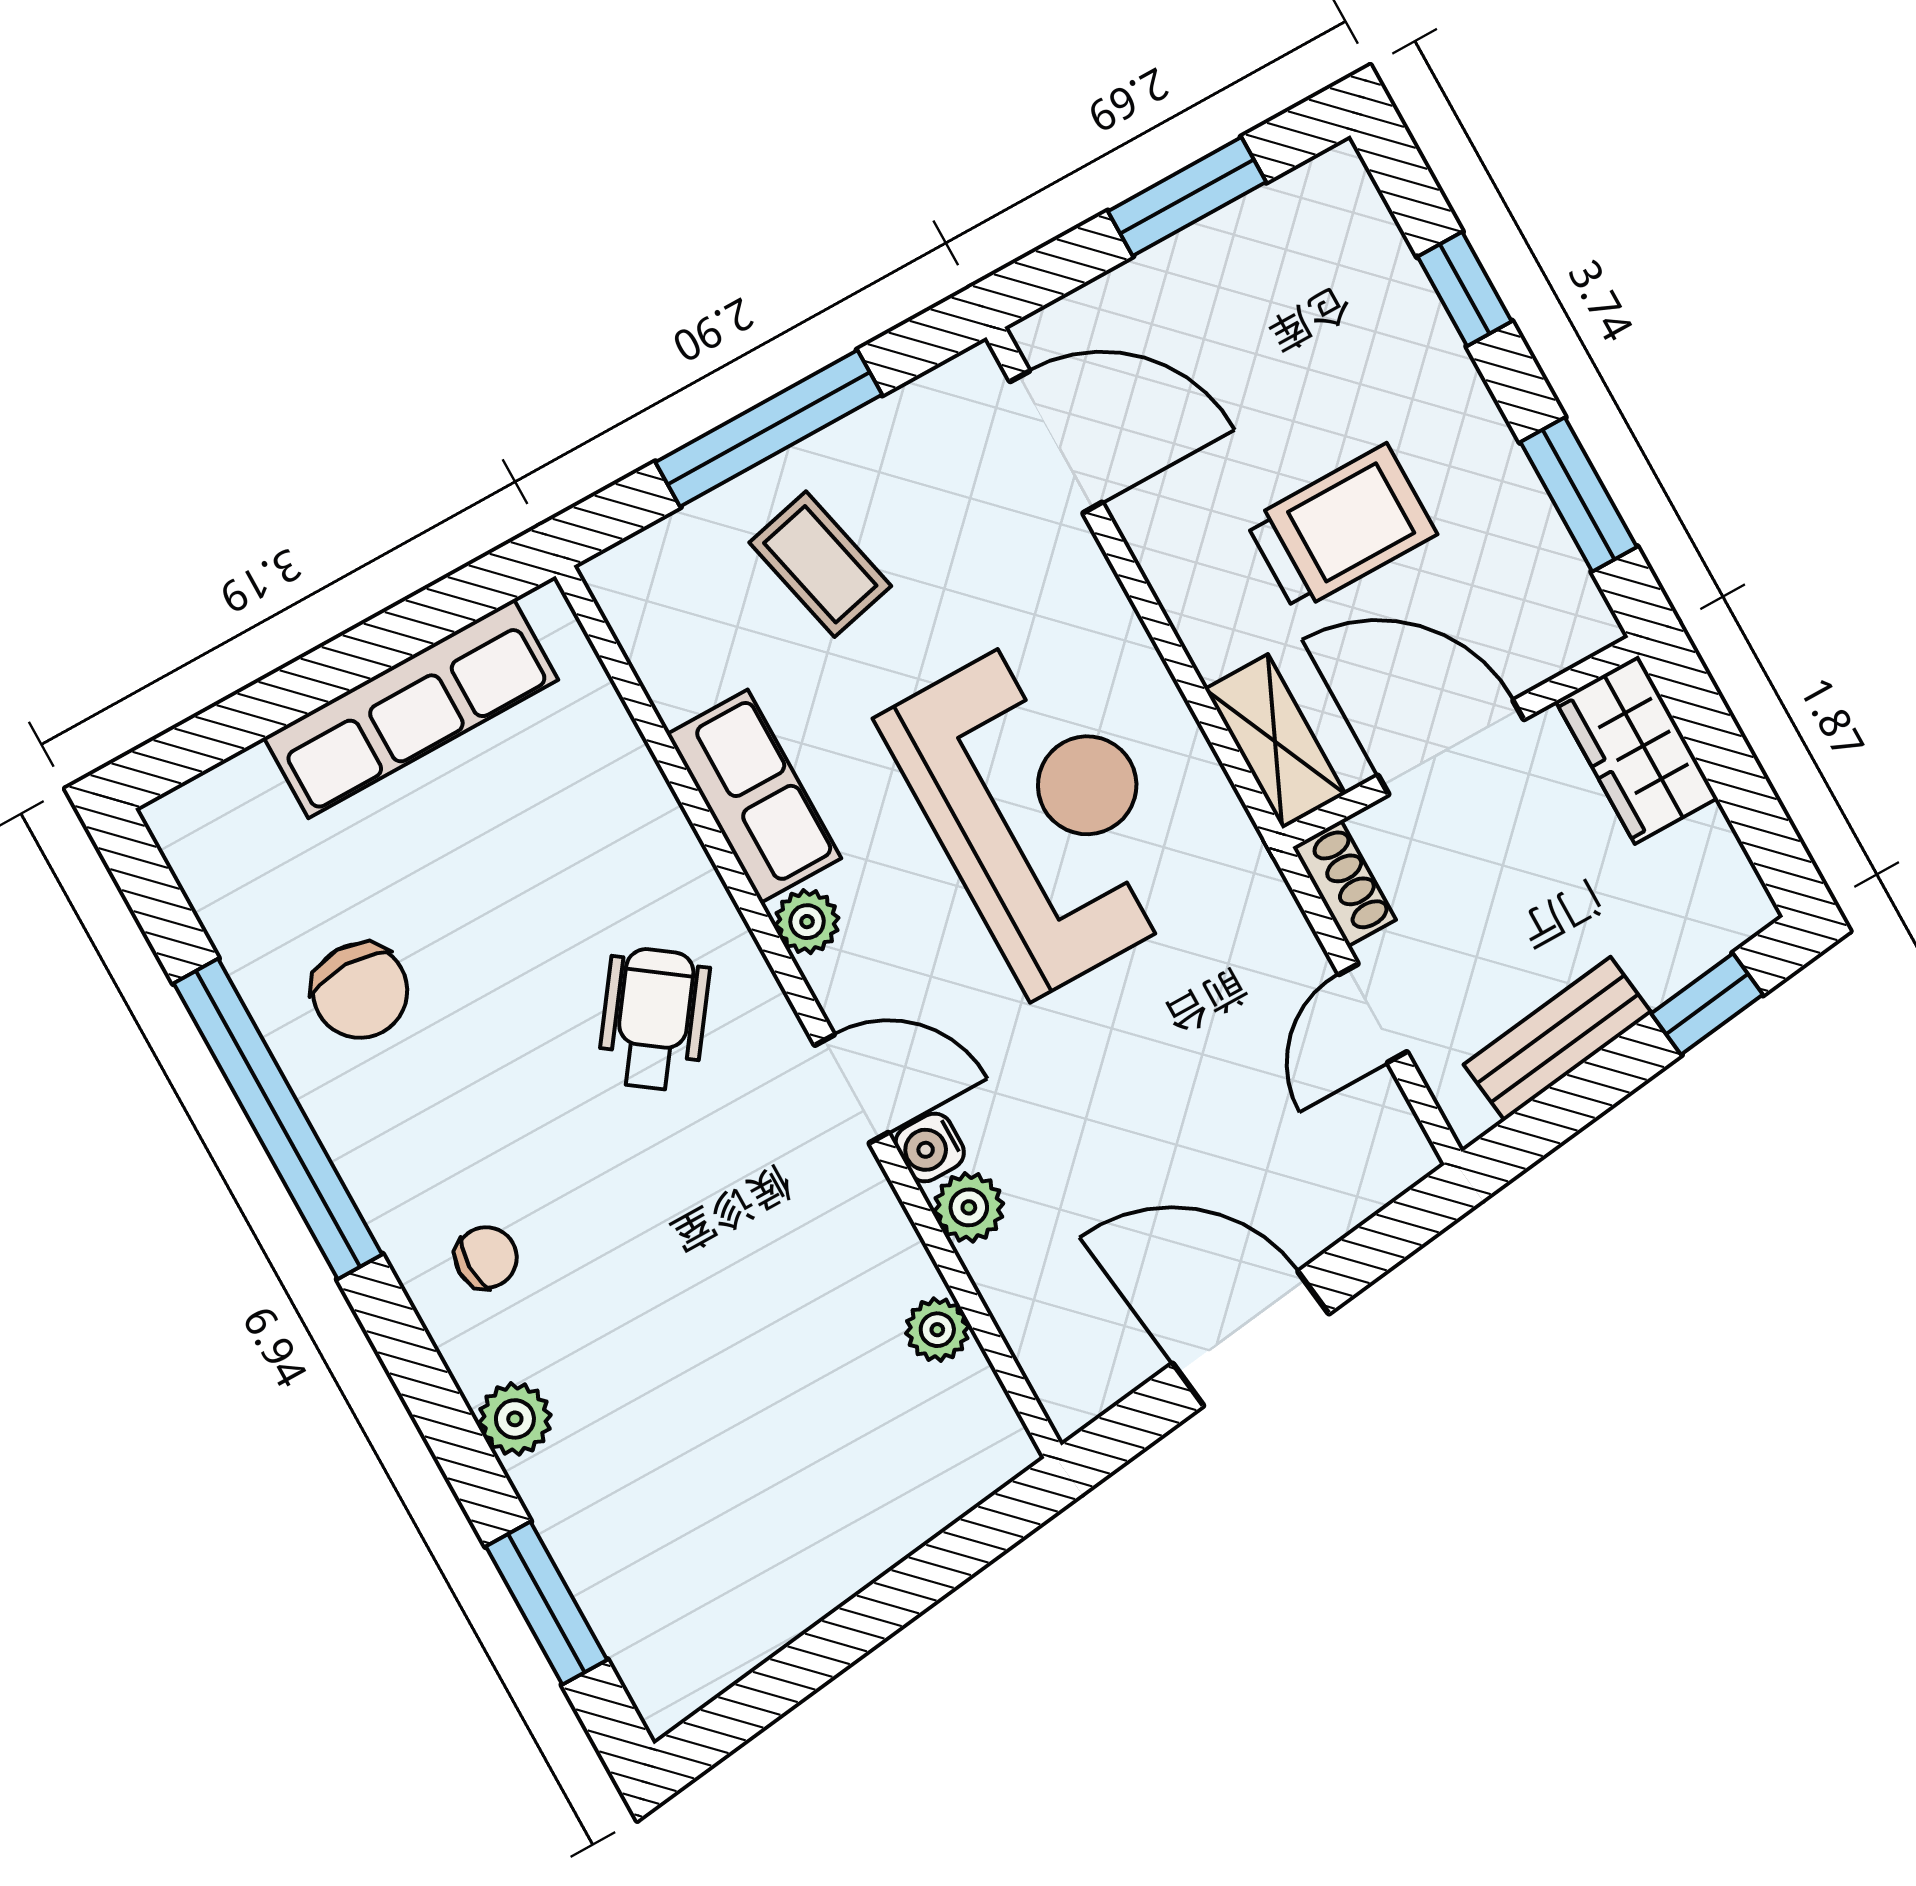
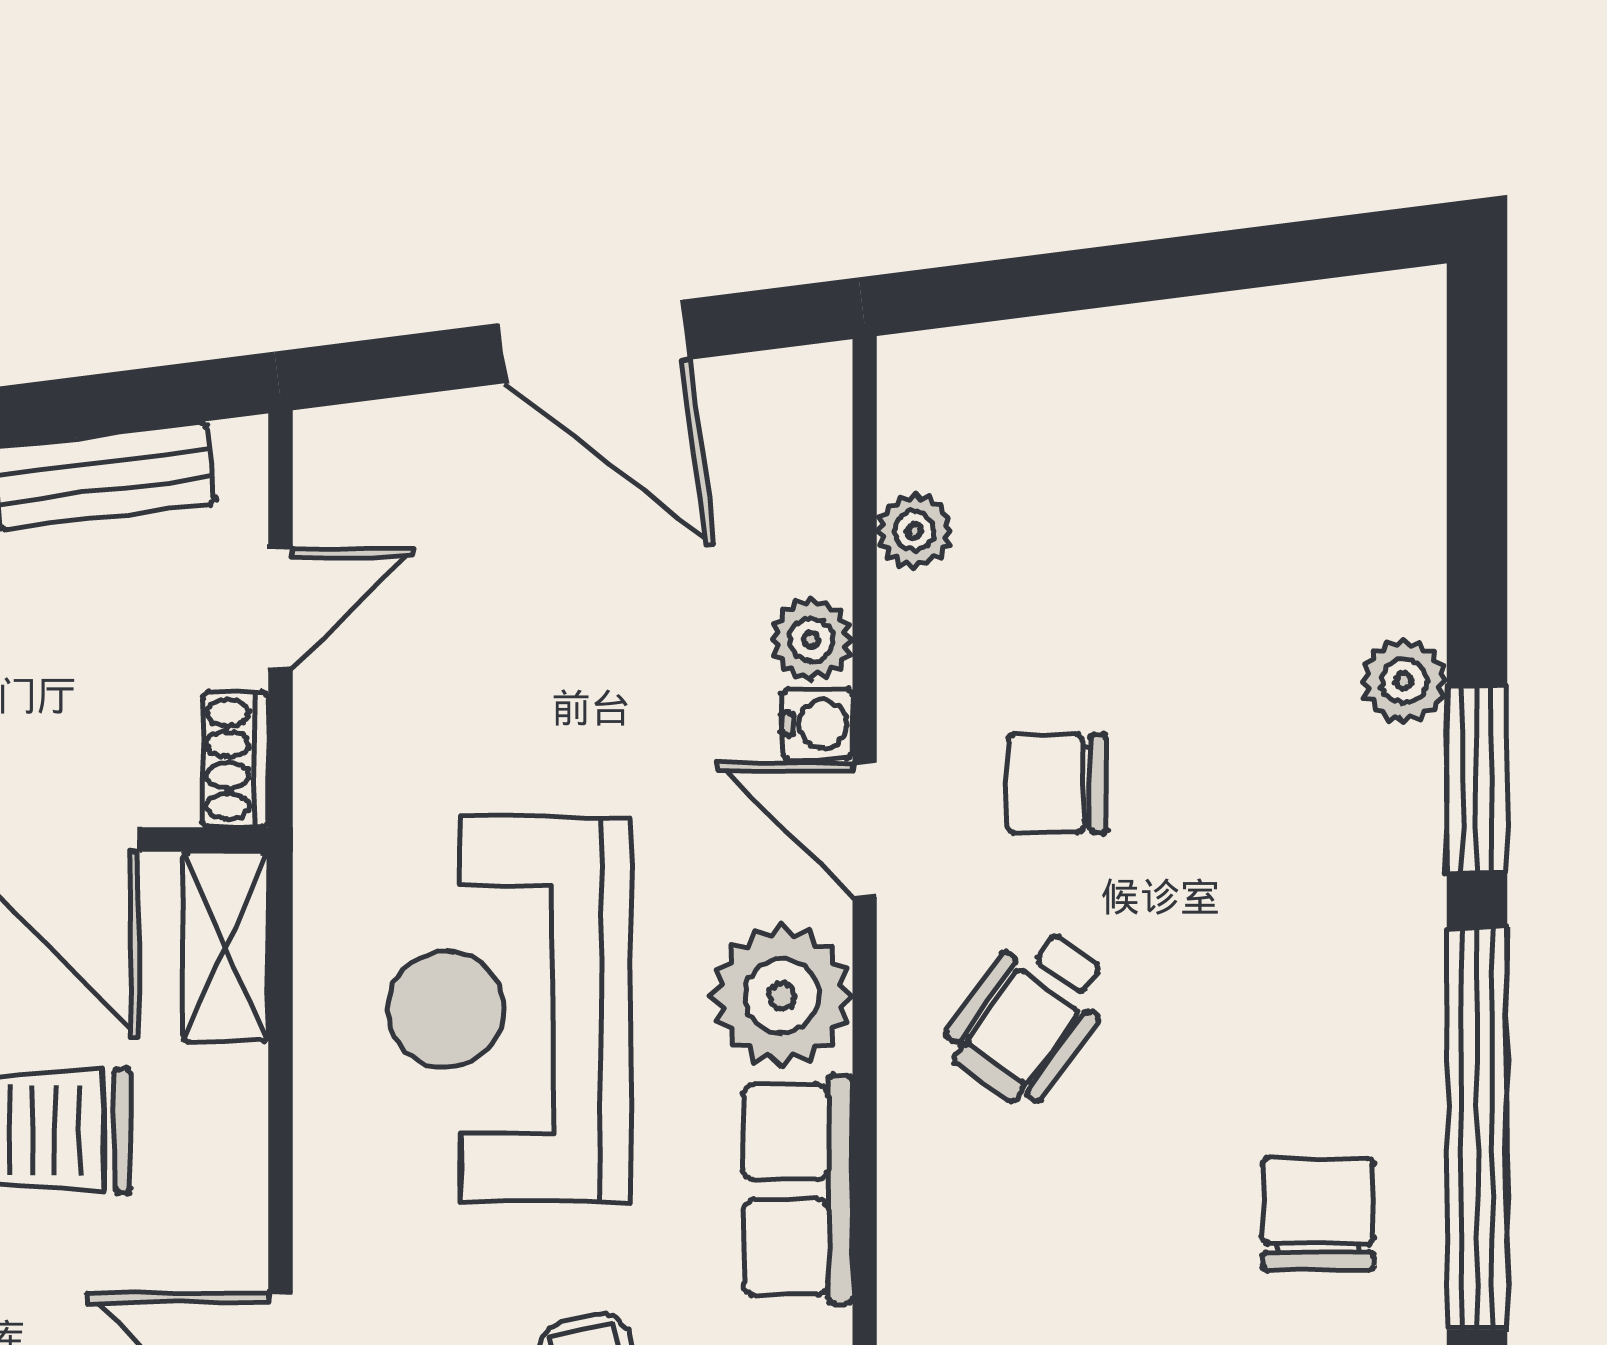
plant: (807, 922) -> (782, 996), width x1.88, depth x1.88
chair: (486, 1258) -> (1057, 783), moved, width x1.37, depth x1.37
window: (546, 1603) -> (1477, 779), moved

